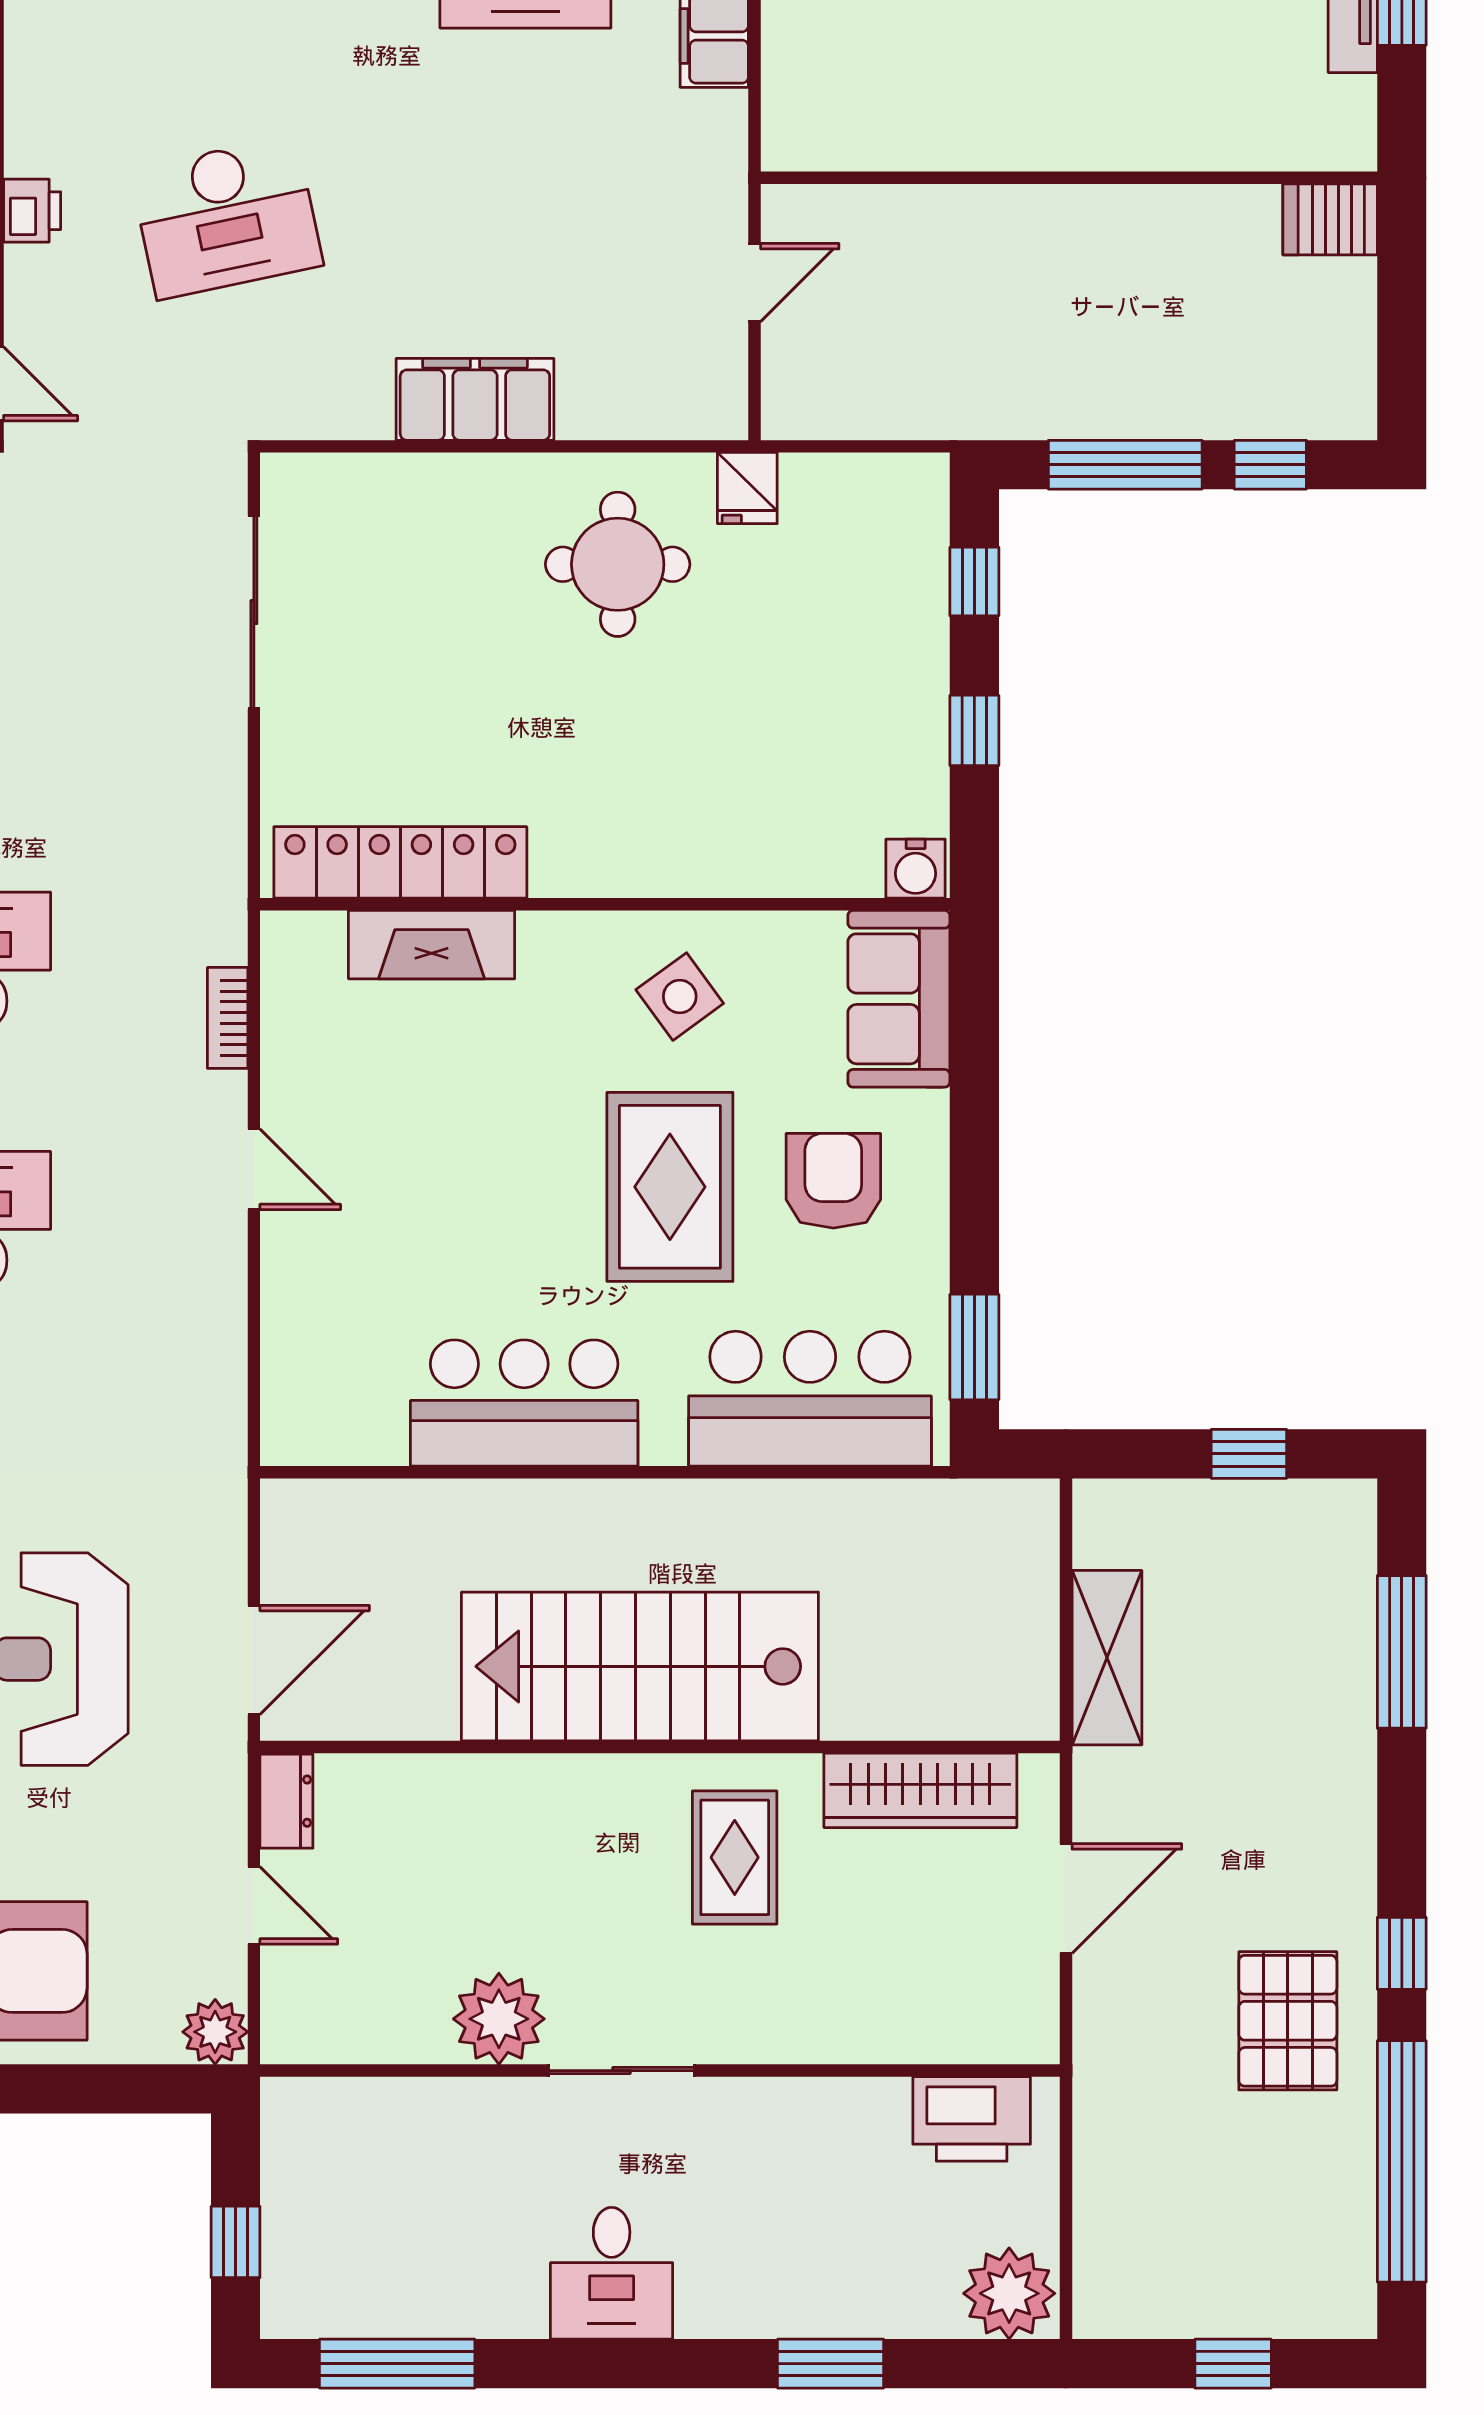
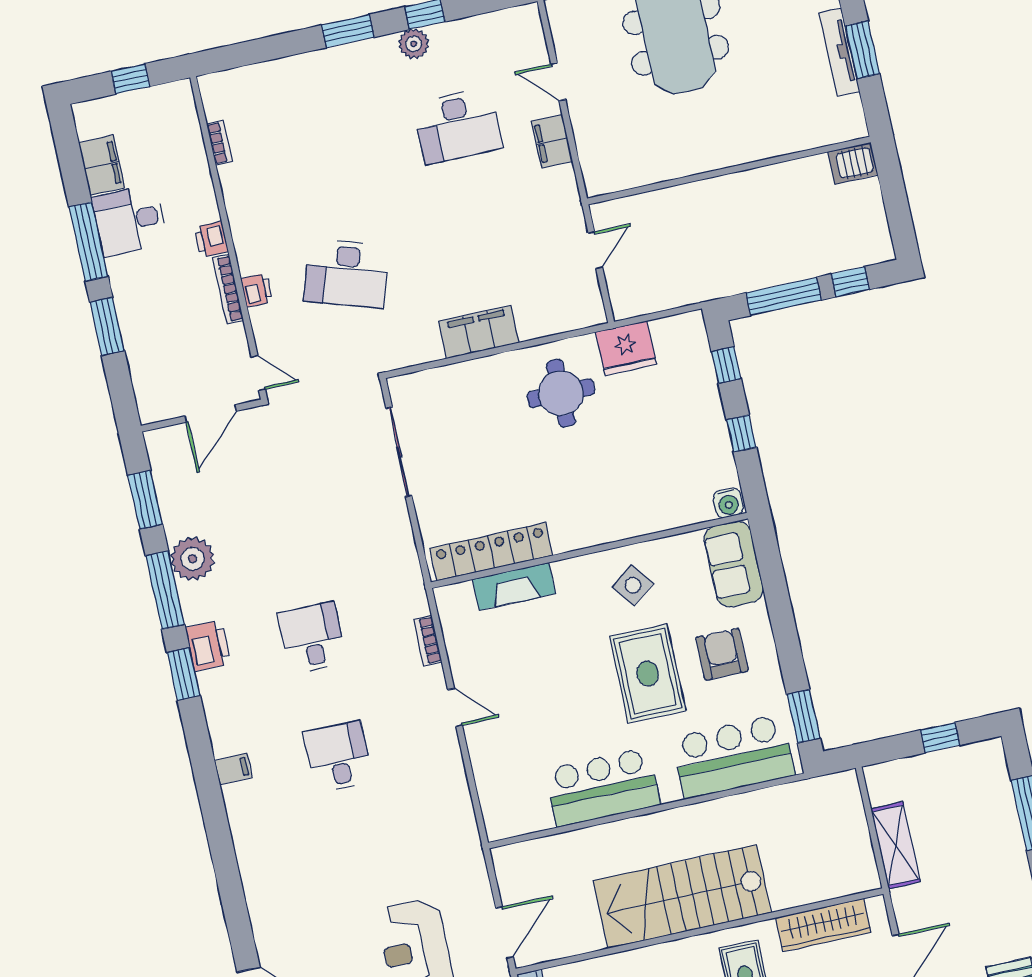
desk: (227, 217) -> (347, 274), turned 30
fridge: (747, 488) -> (626, 348), width x1.88, depth x1.34

